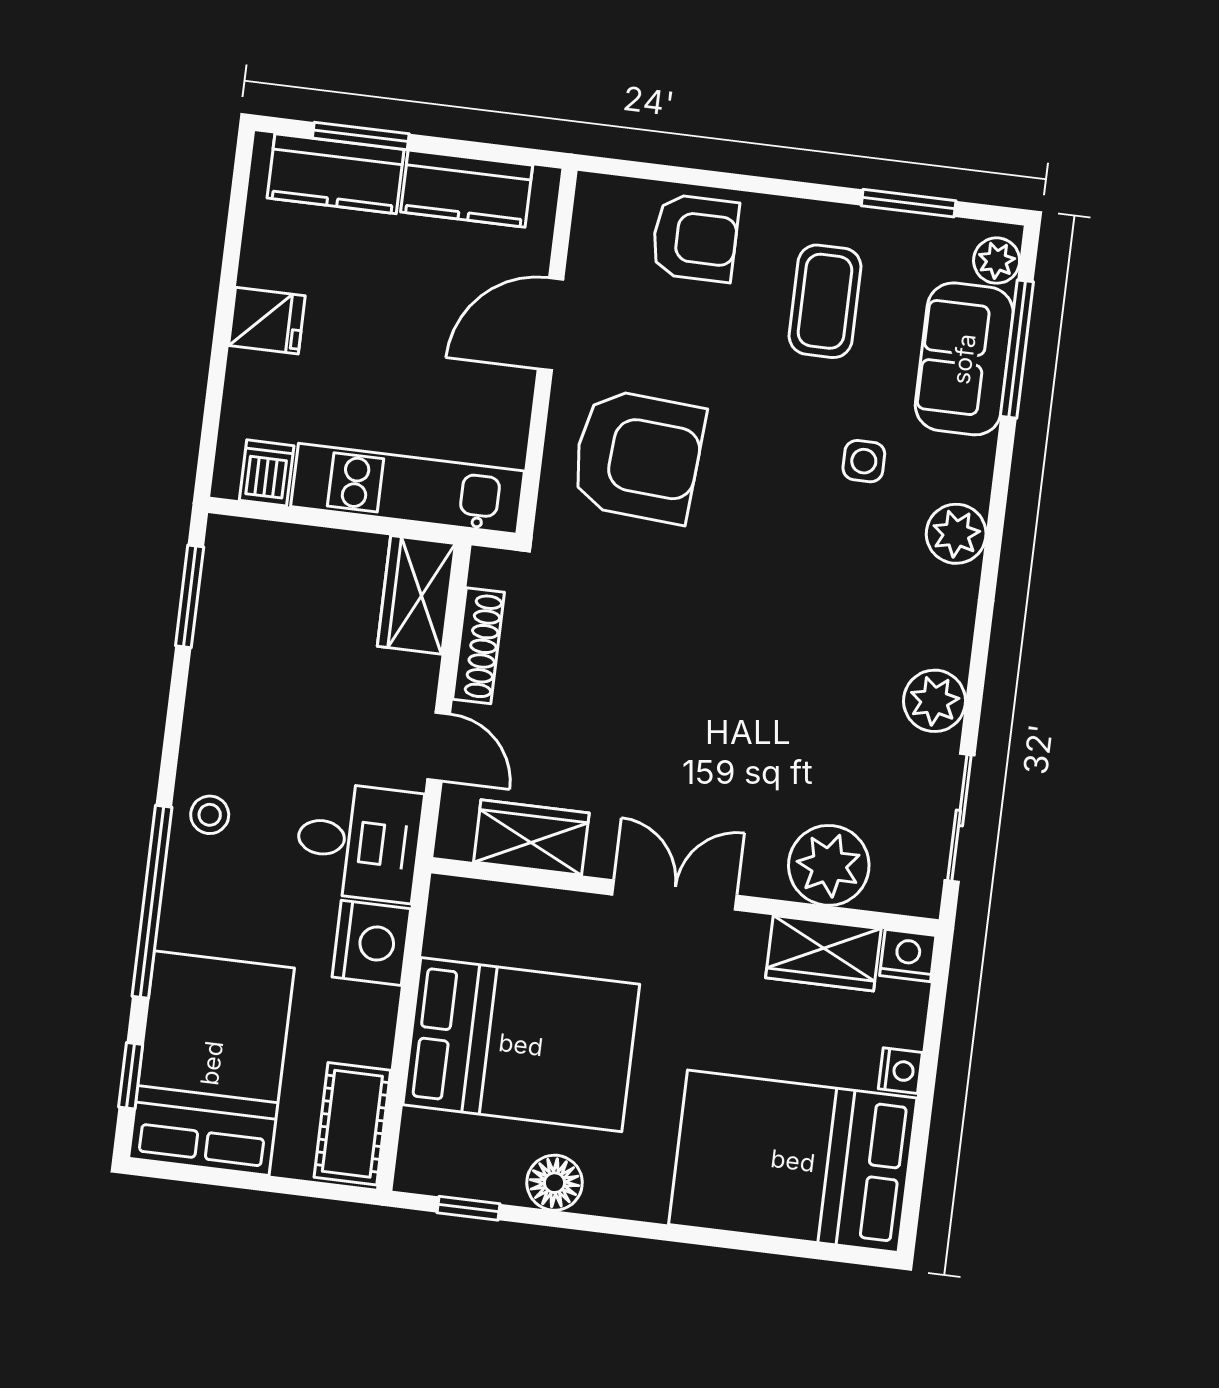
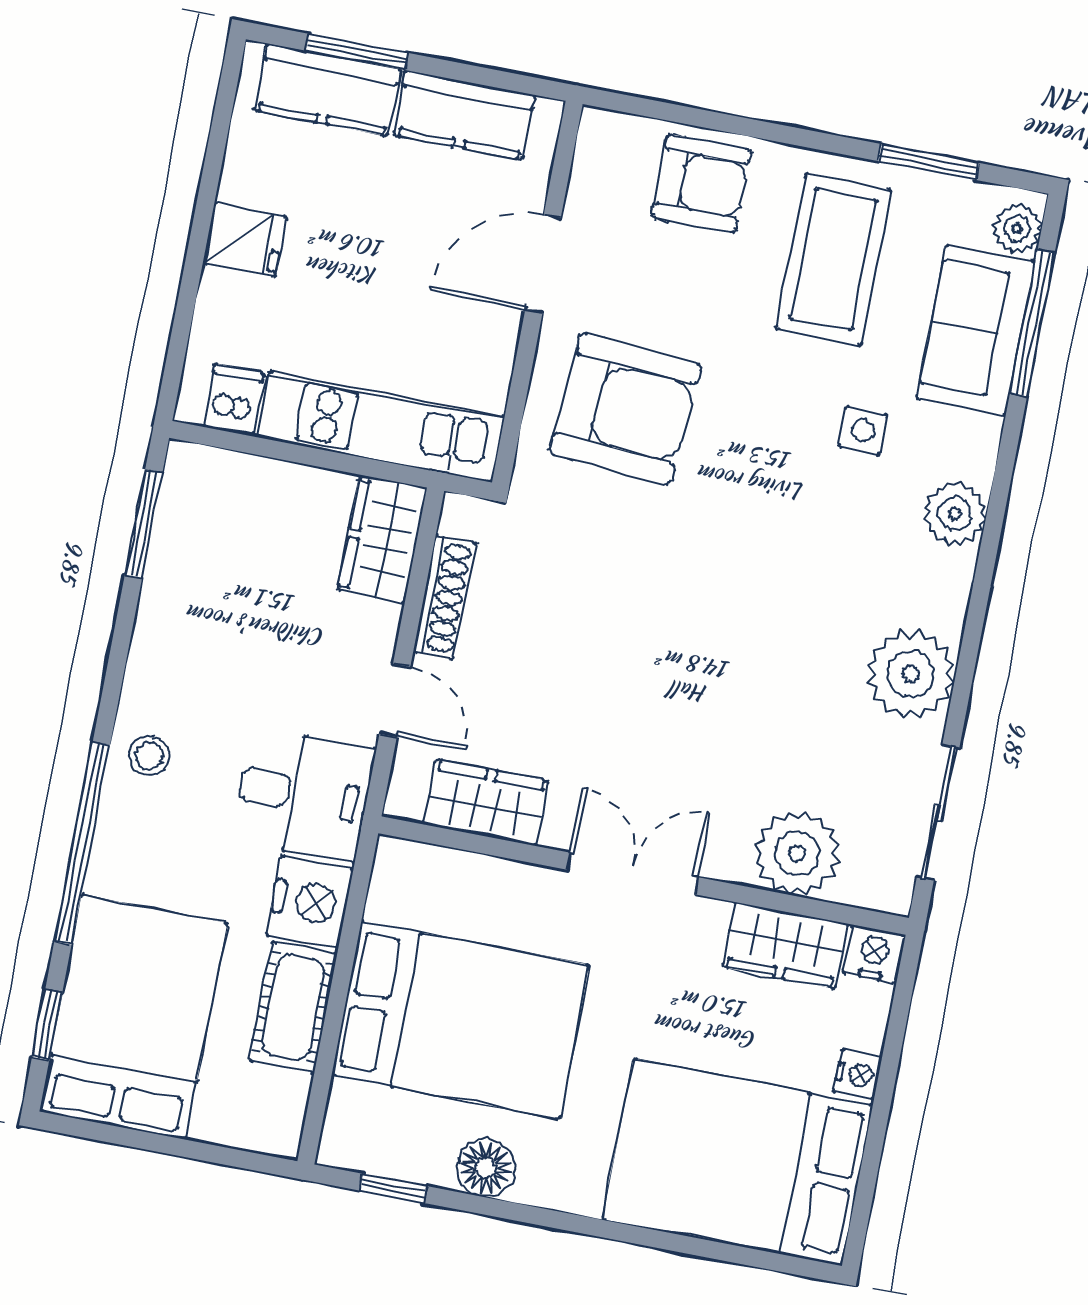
coffee table: (825, 301) -> (834, 259), width x1.36, depth x1.32
plant: (934, 701) -> (911, 674), width x1.36, depth x1.36
cot: (352, 1124) -> (293, 1007), moved

